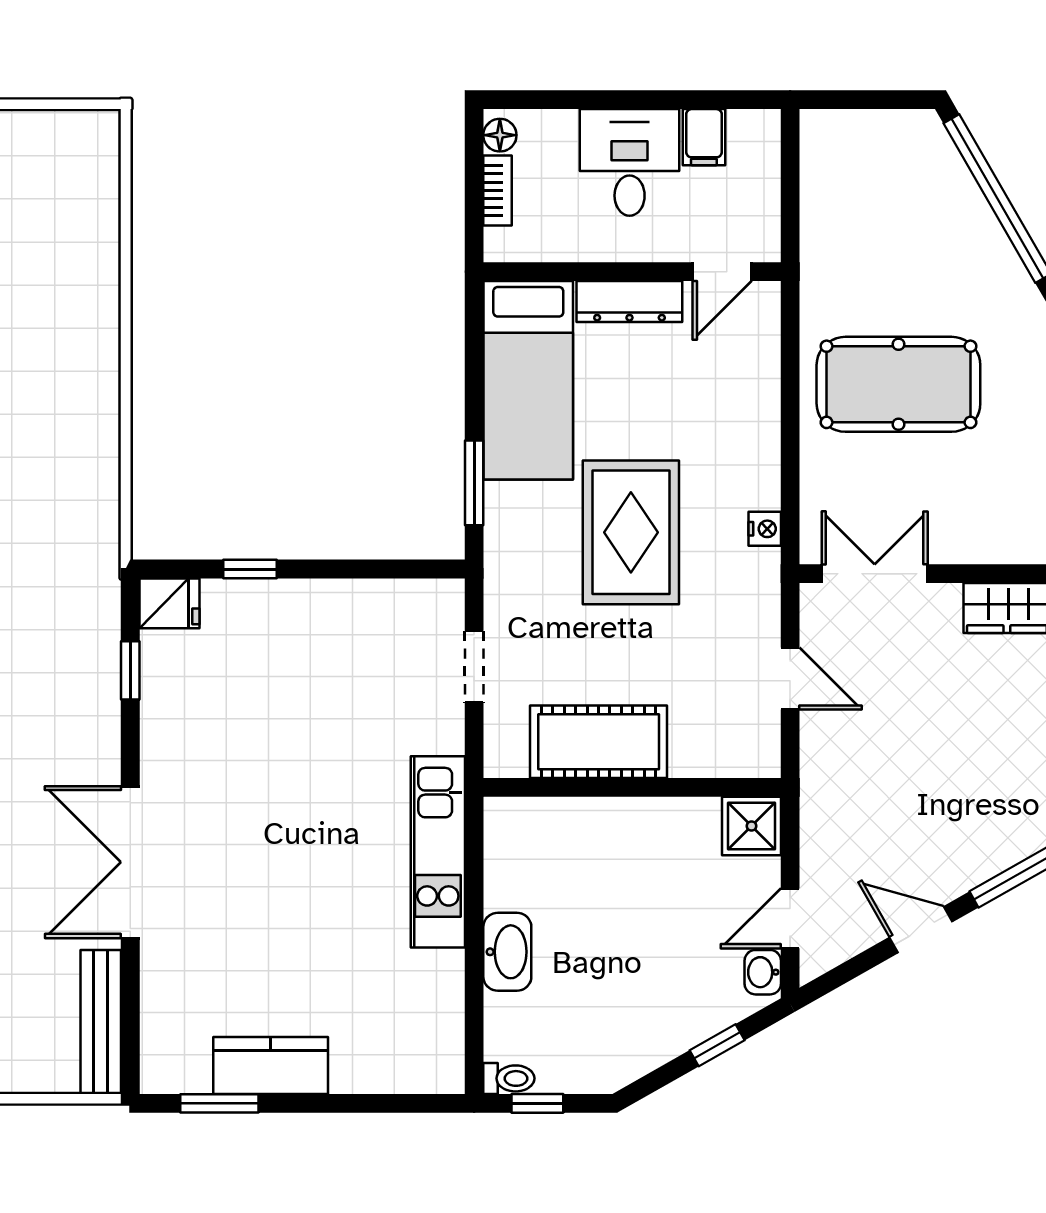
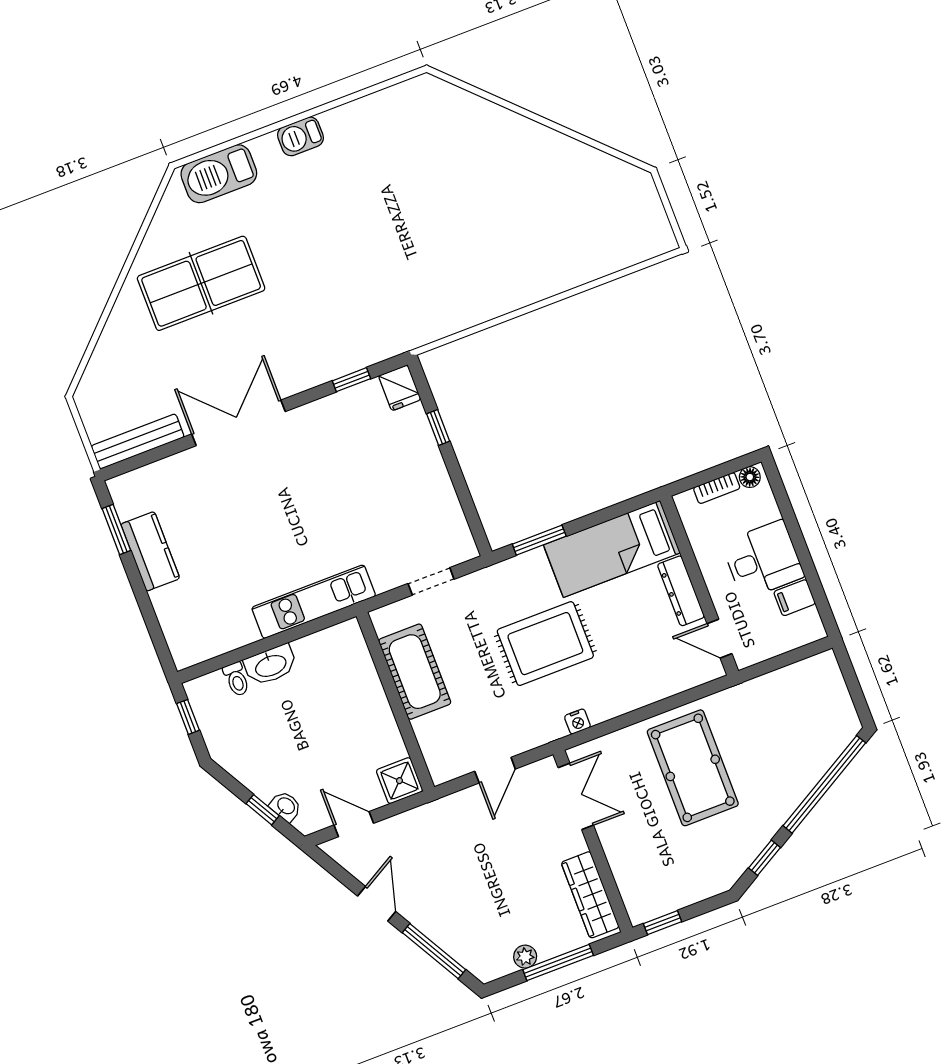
washbasin: (763, 972) -> (286, 806), moved, turned 60
toilet: (509, 1078) -> (236, 679), moved

